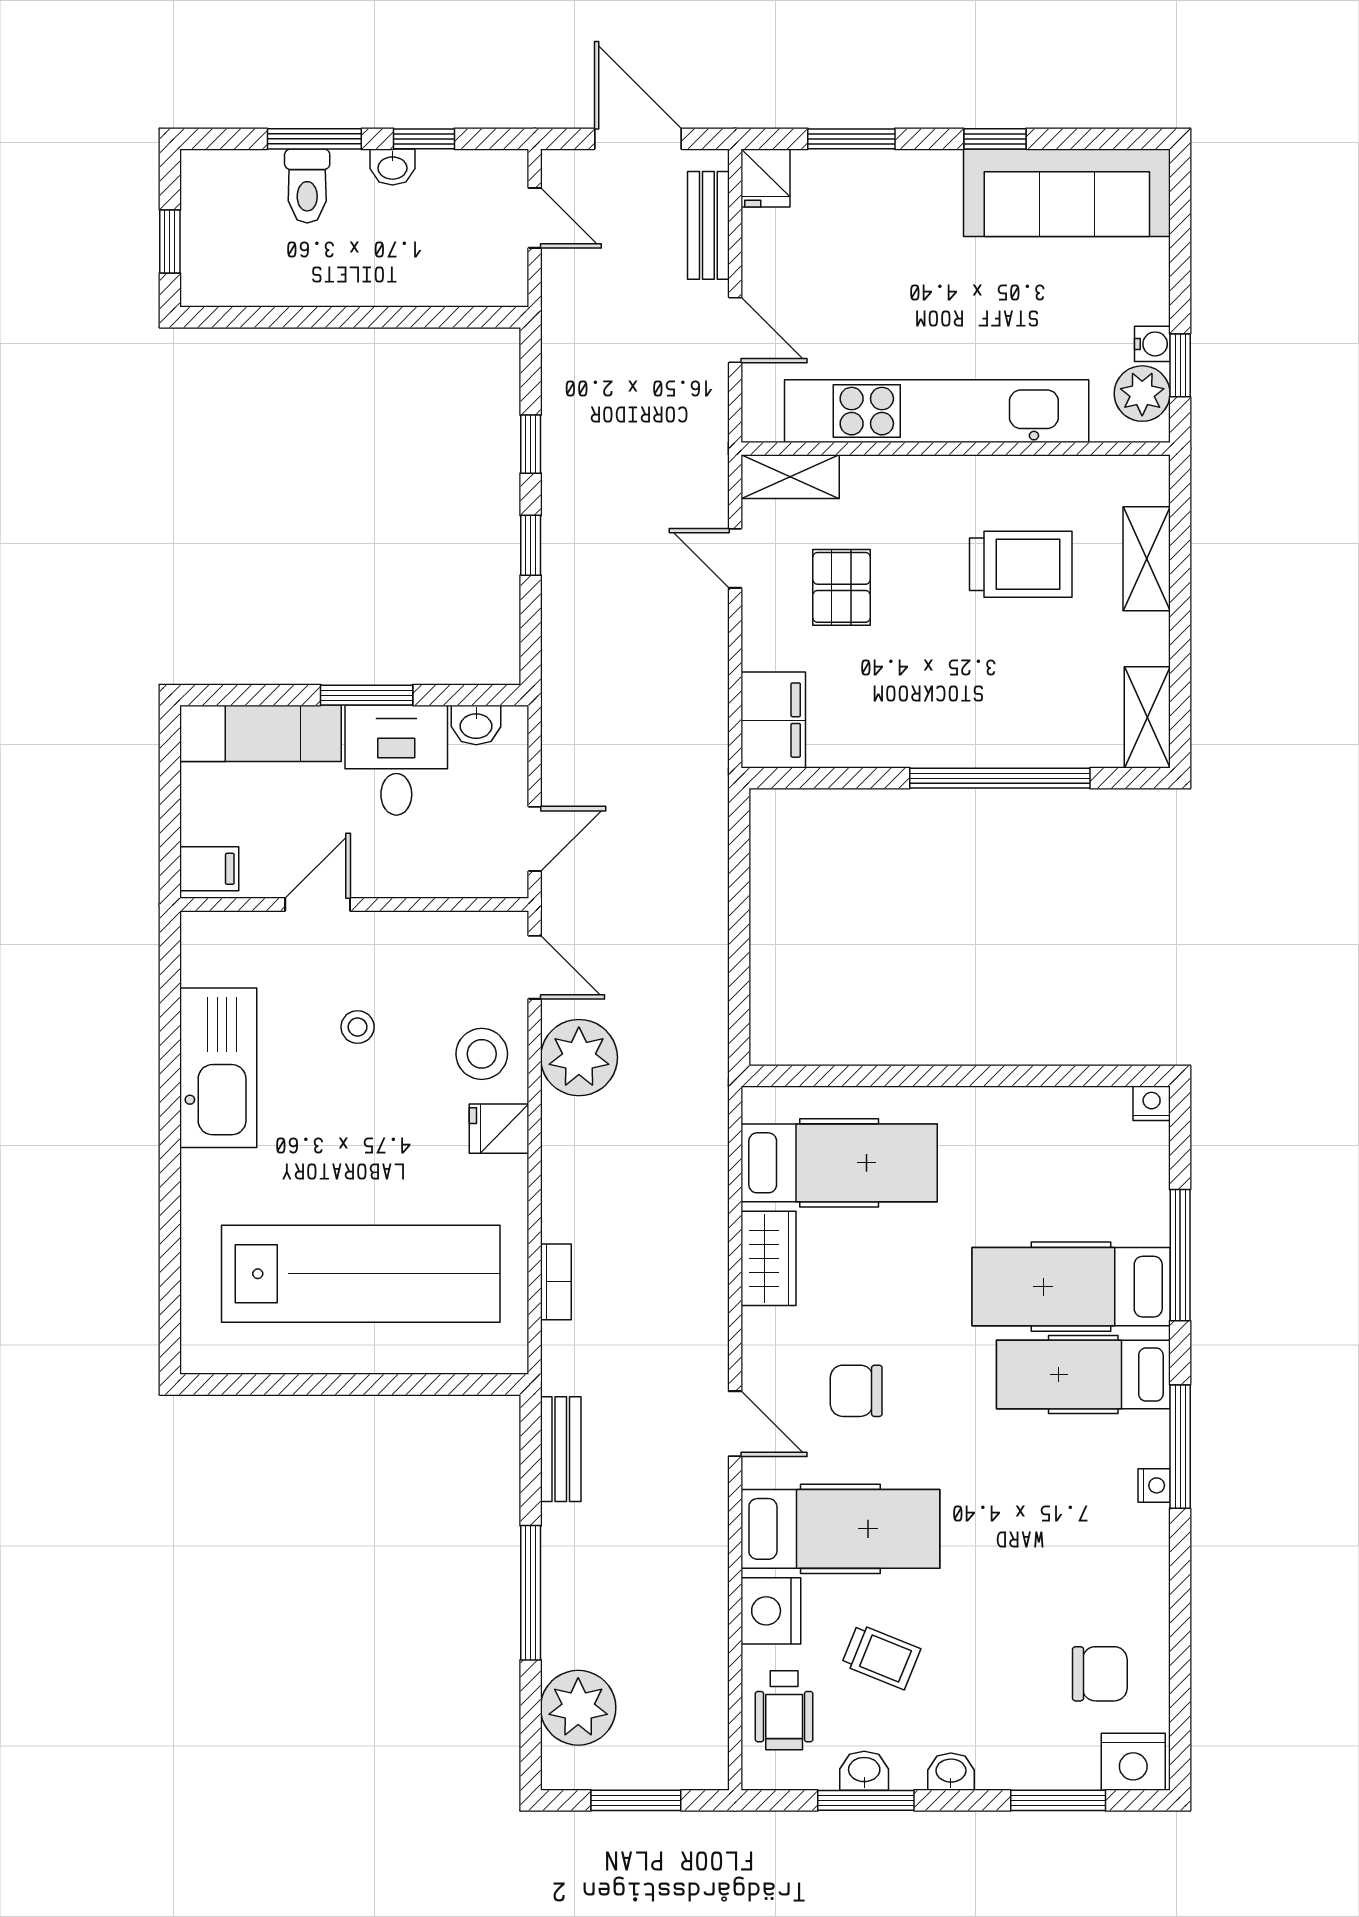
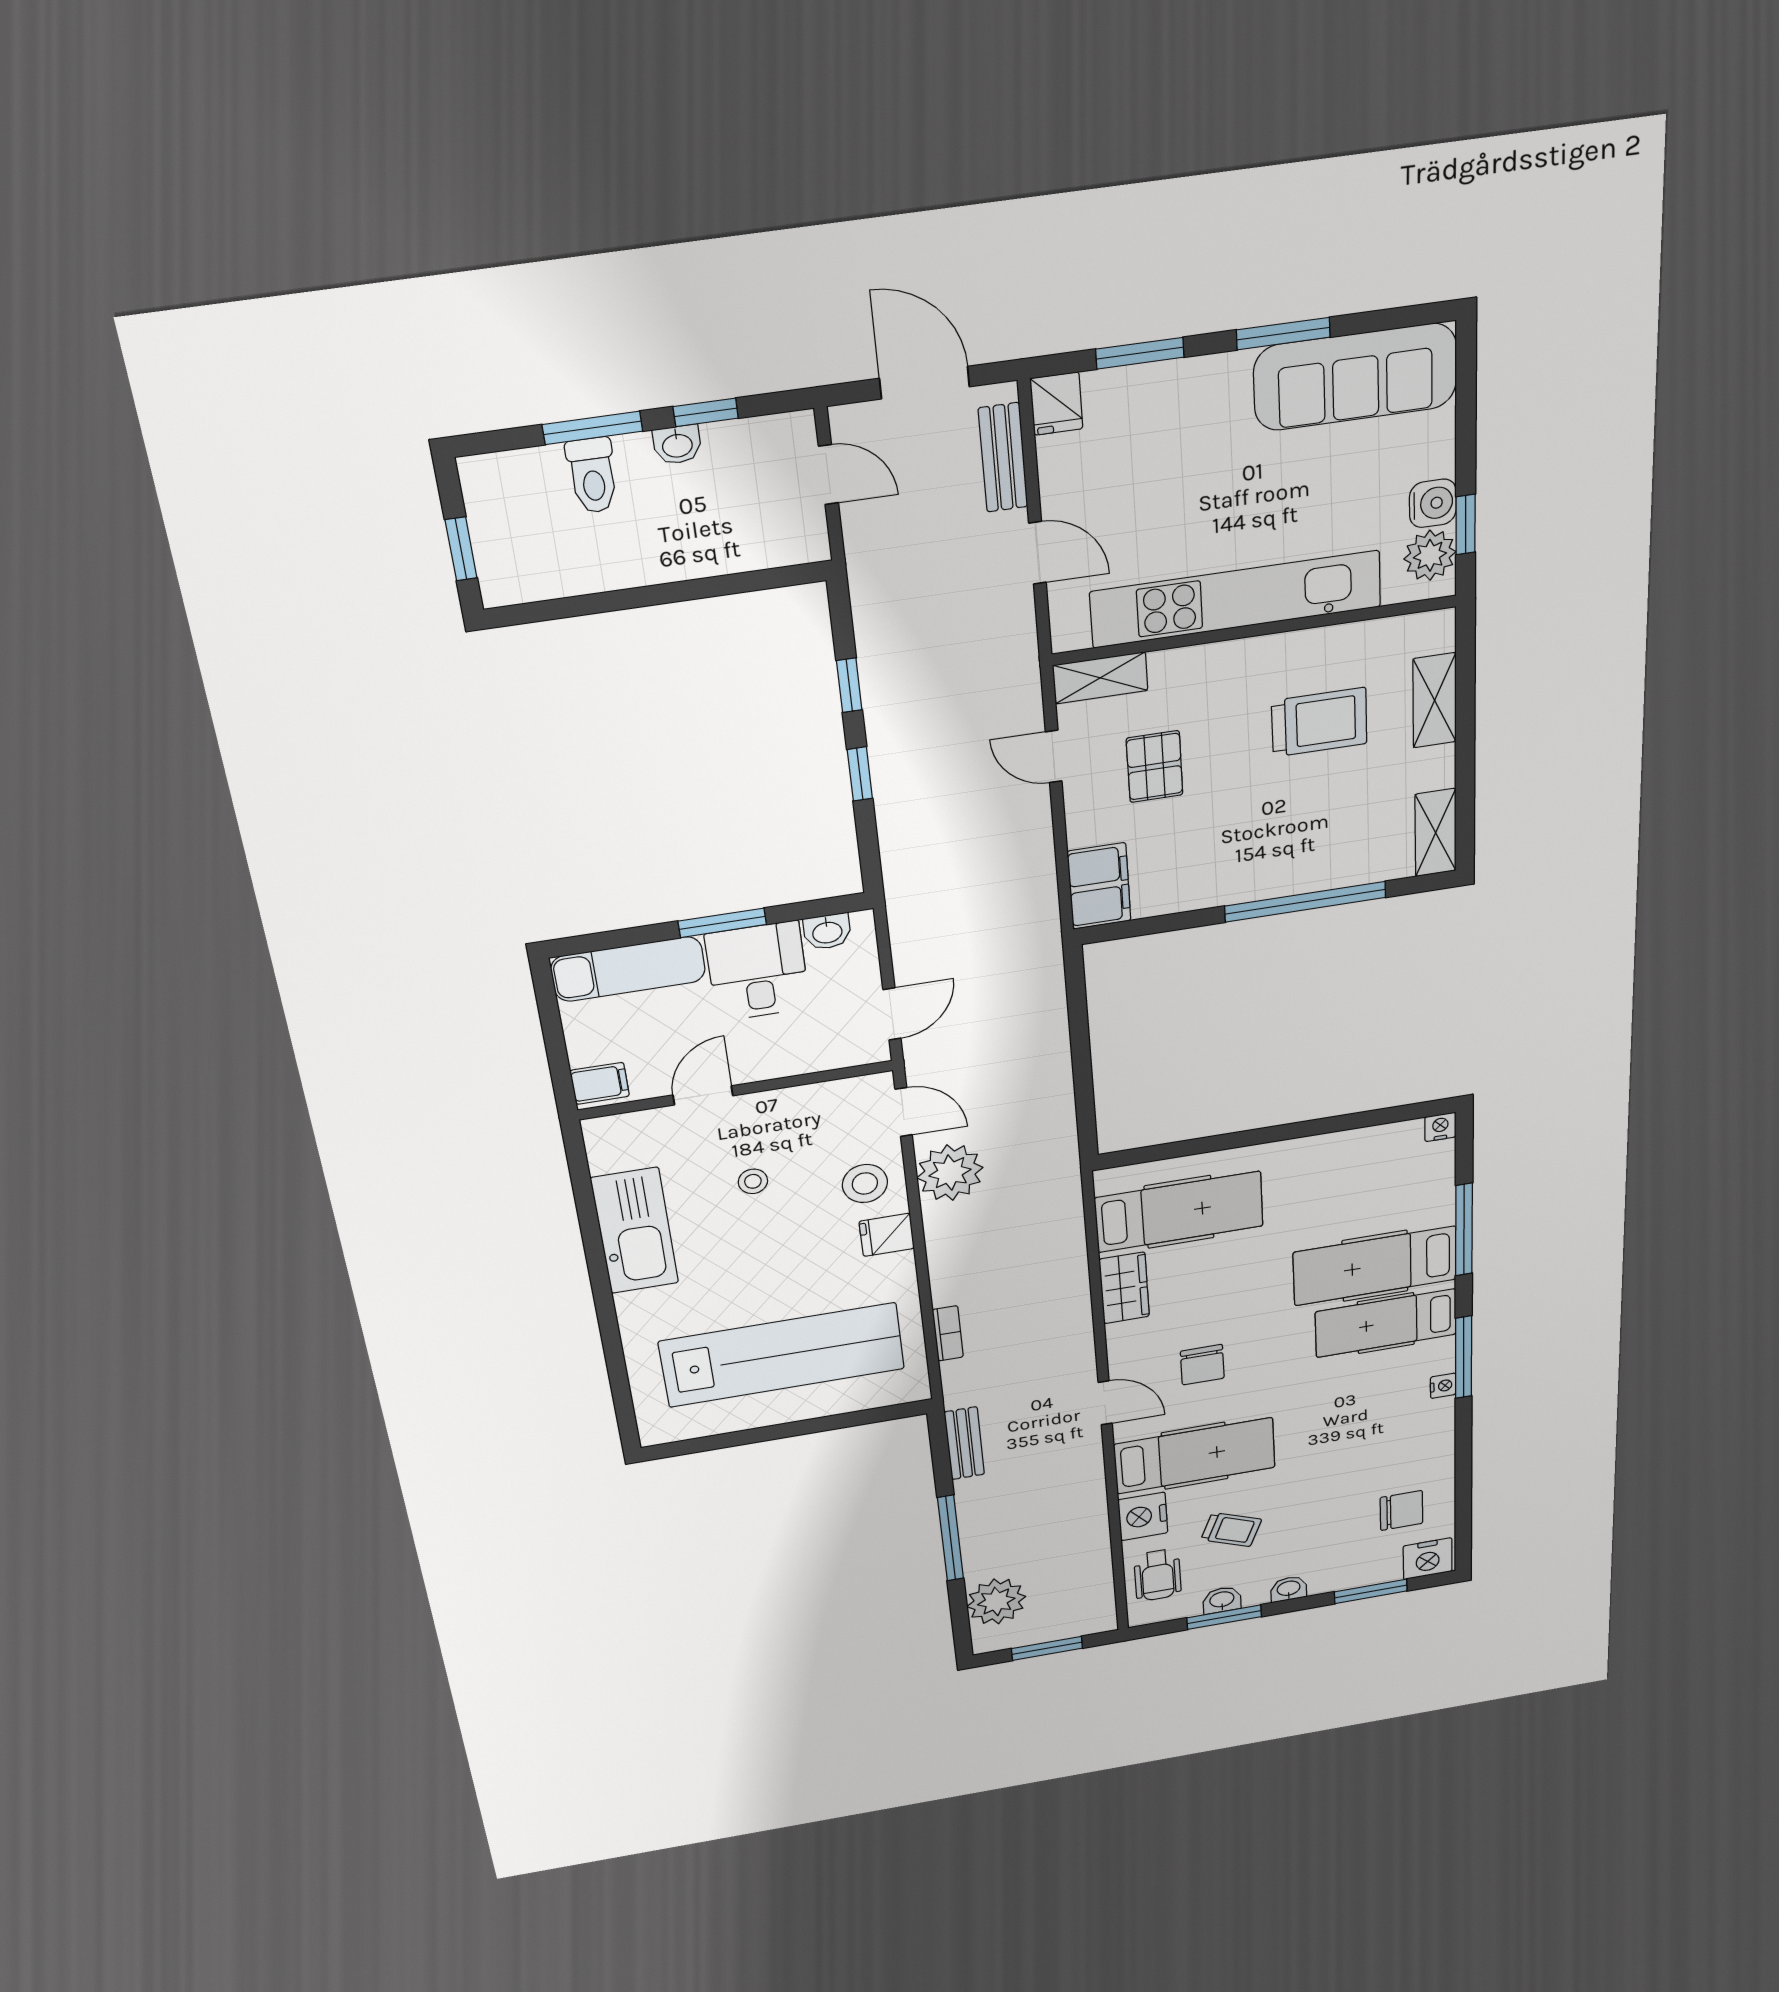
window: (995, 139) -> (1283, 334), width x1.50
water cooler: (1152, 344) -> (1433, 503), width x1.38, depth x1.38
chair: (856, 1391) -> (1202, 1365), turned -90

